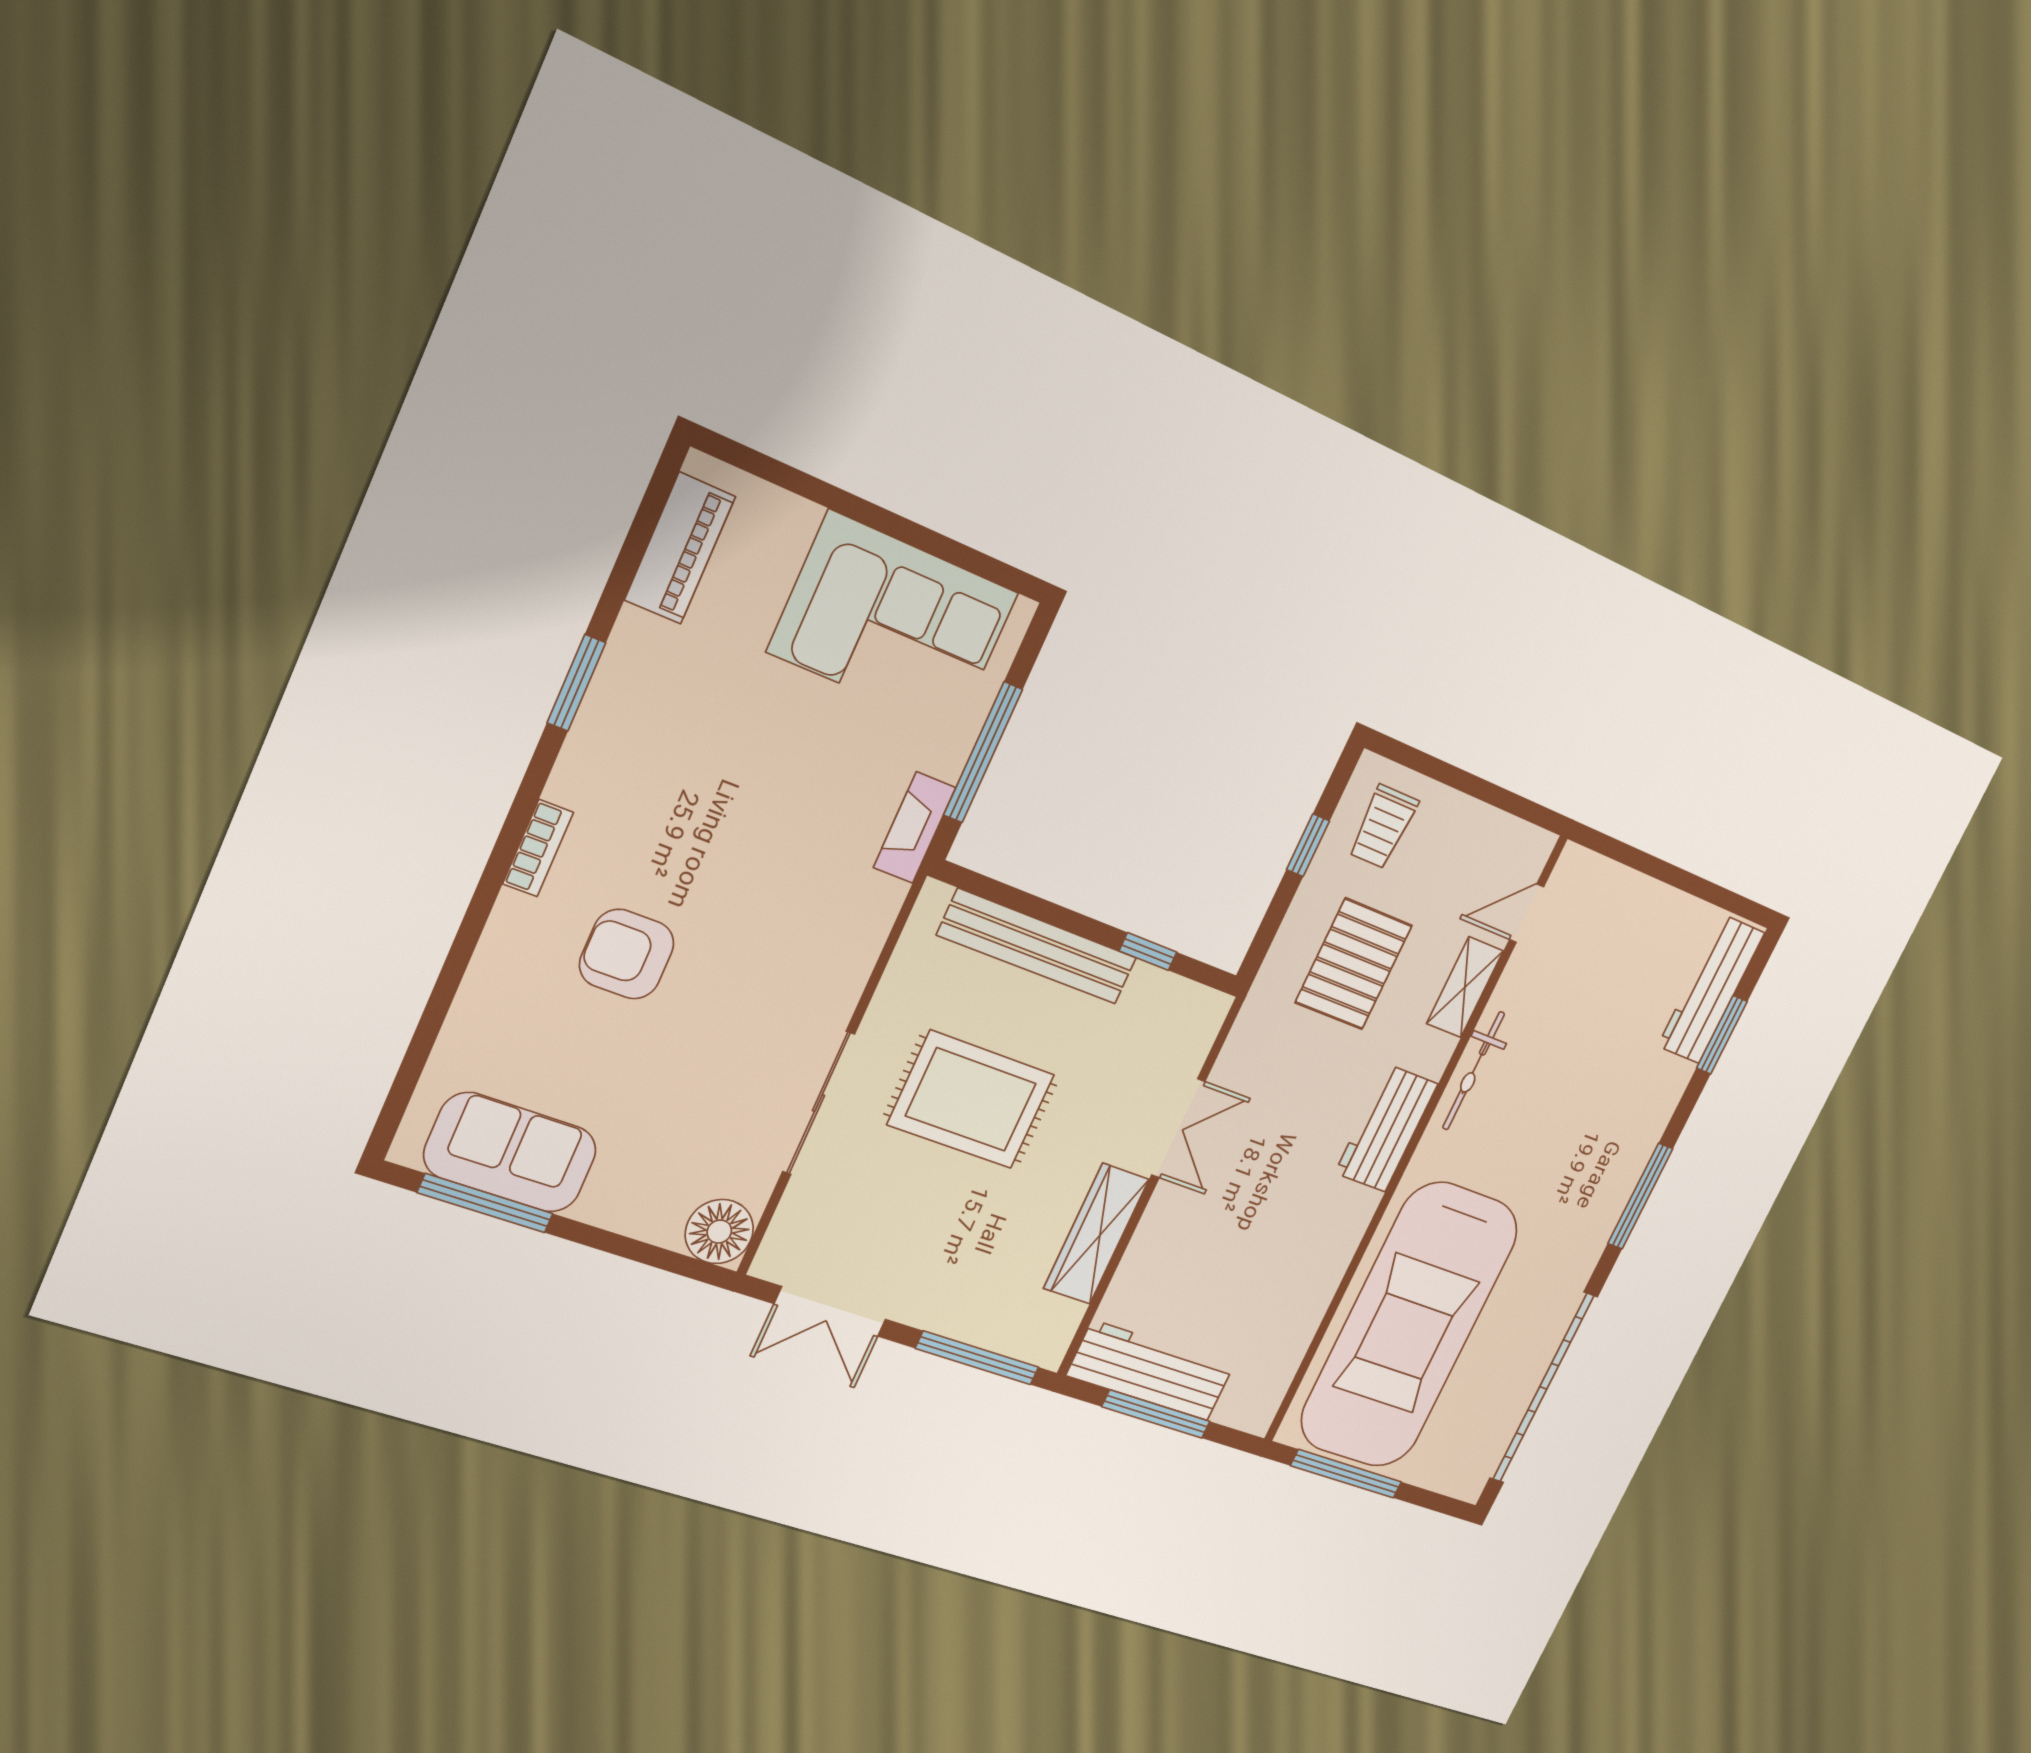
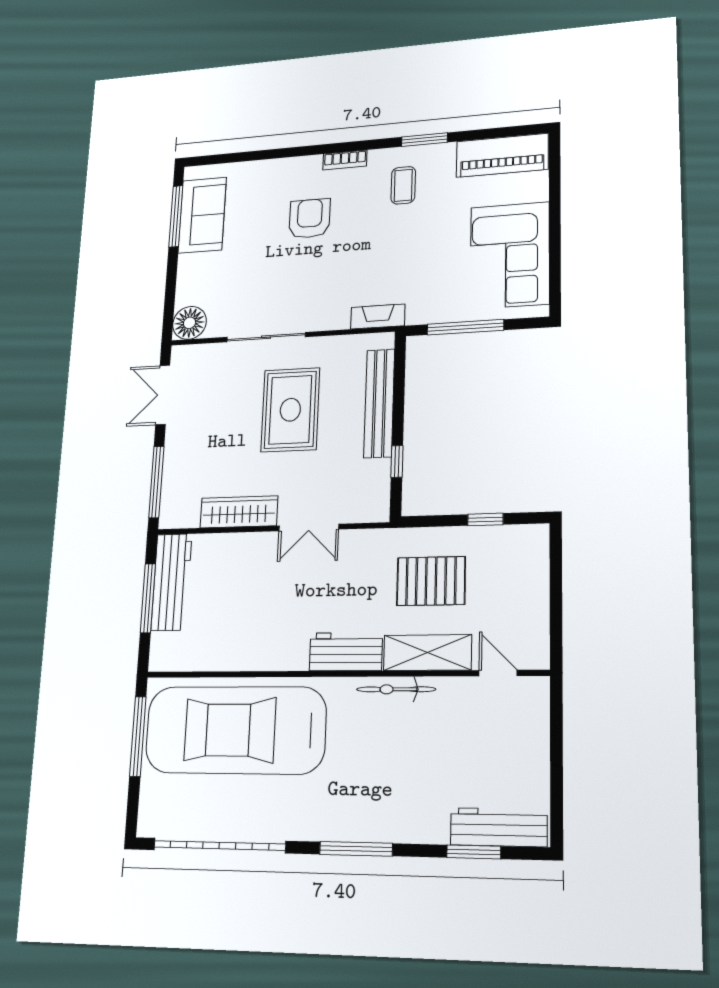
piano: (680, 548) -> (502, 155), width x1.37, depth x1.33
coffee table: (652, 758) -> (403, 185), added
trolley: (1383, 827) -> (512, 557), removed
fireplace: (915, 828) -> (378, 317), moved
shelving: (1465, 987) -> (427, 653), width x1.50, depth x1.33

